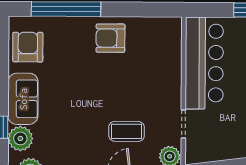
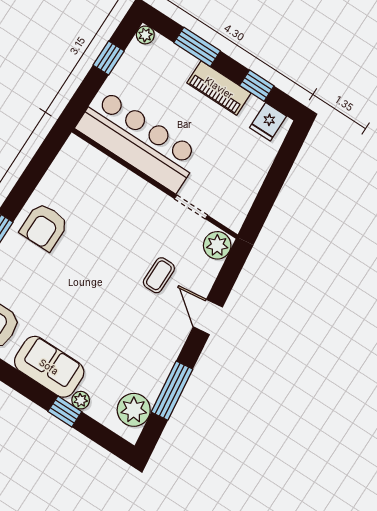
coffee table: (127, 131) -> (159, 275), width x0.73, depth x0.77
plant: (20, 138) -> (81, 400), width x0.53, depth x0.53

